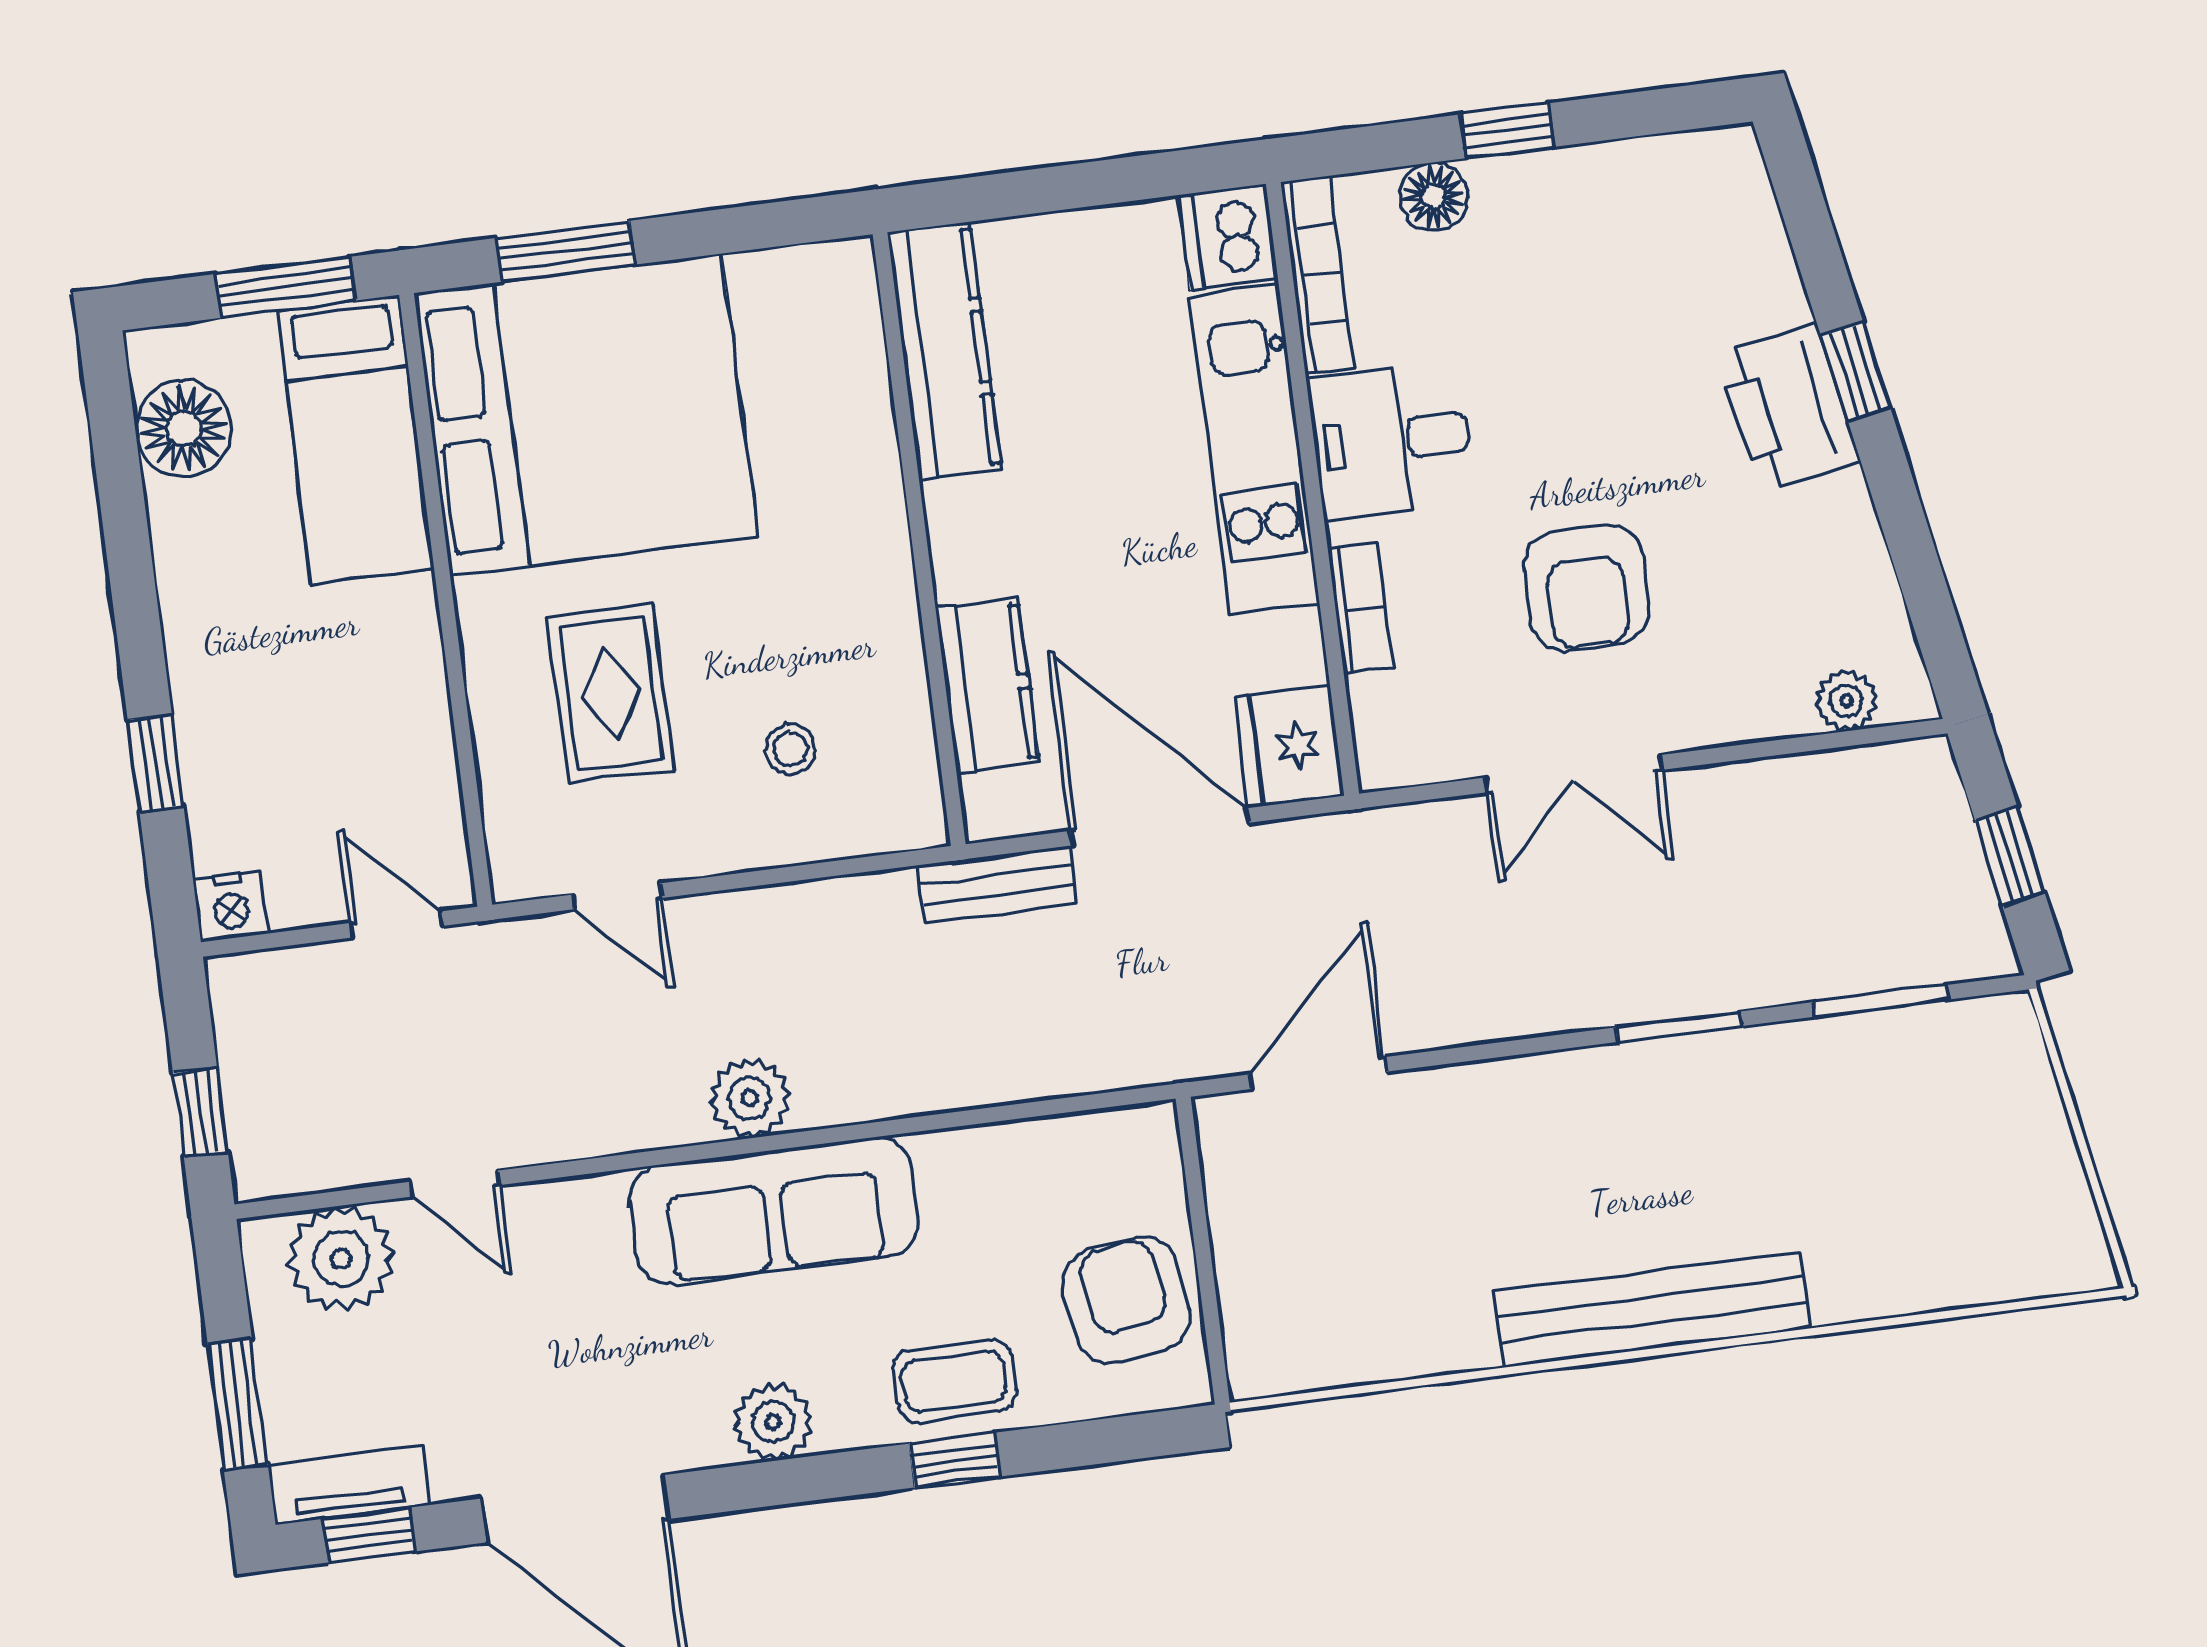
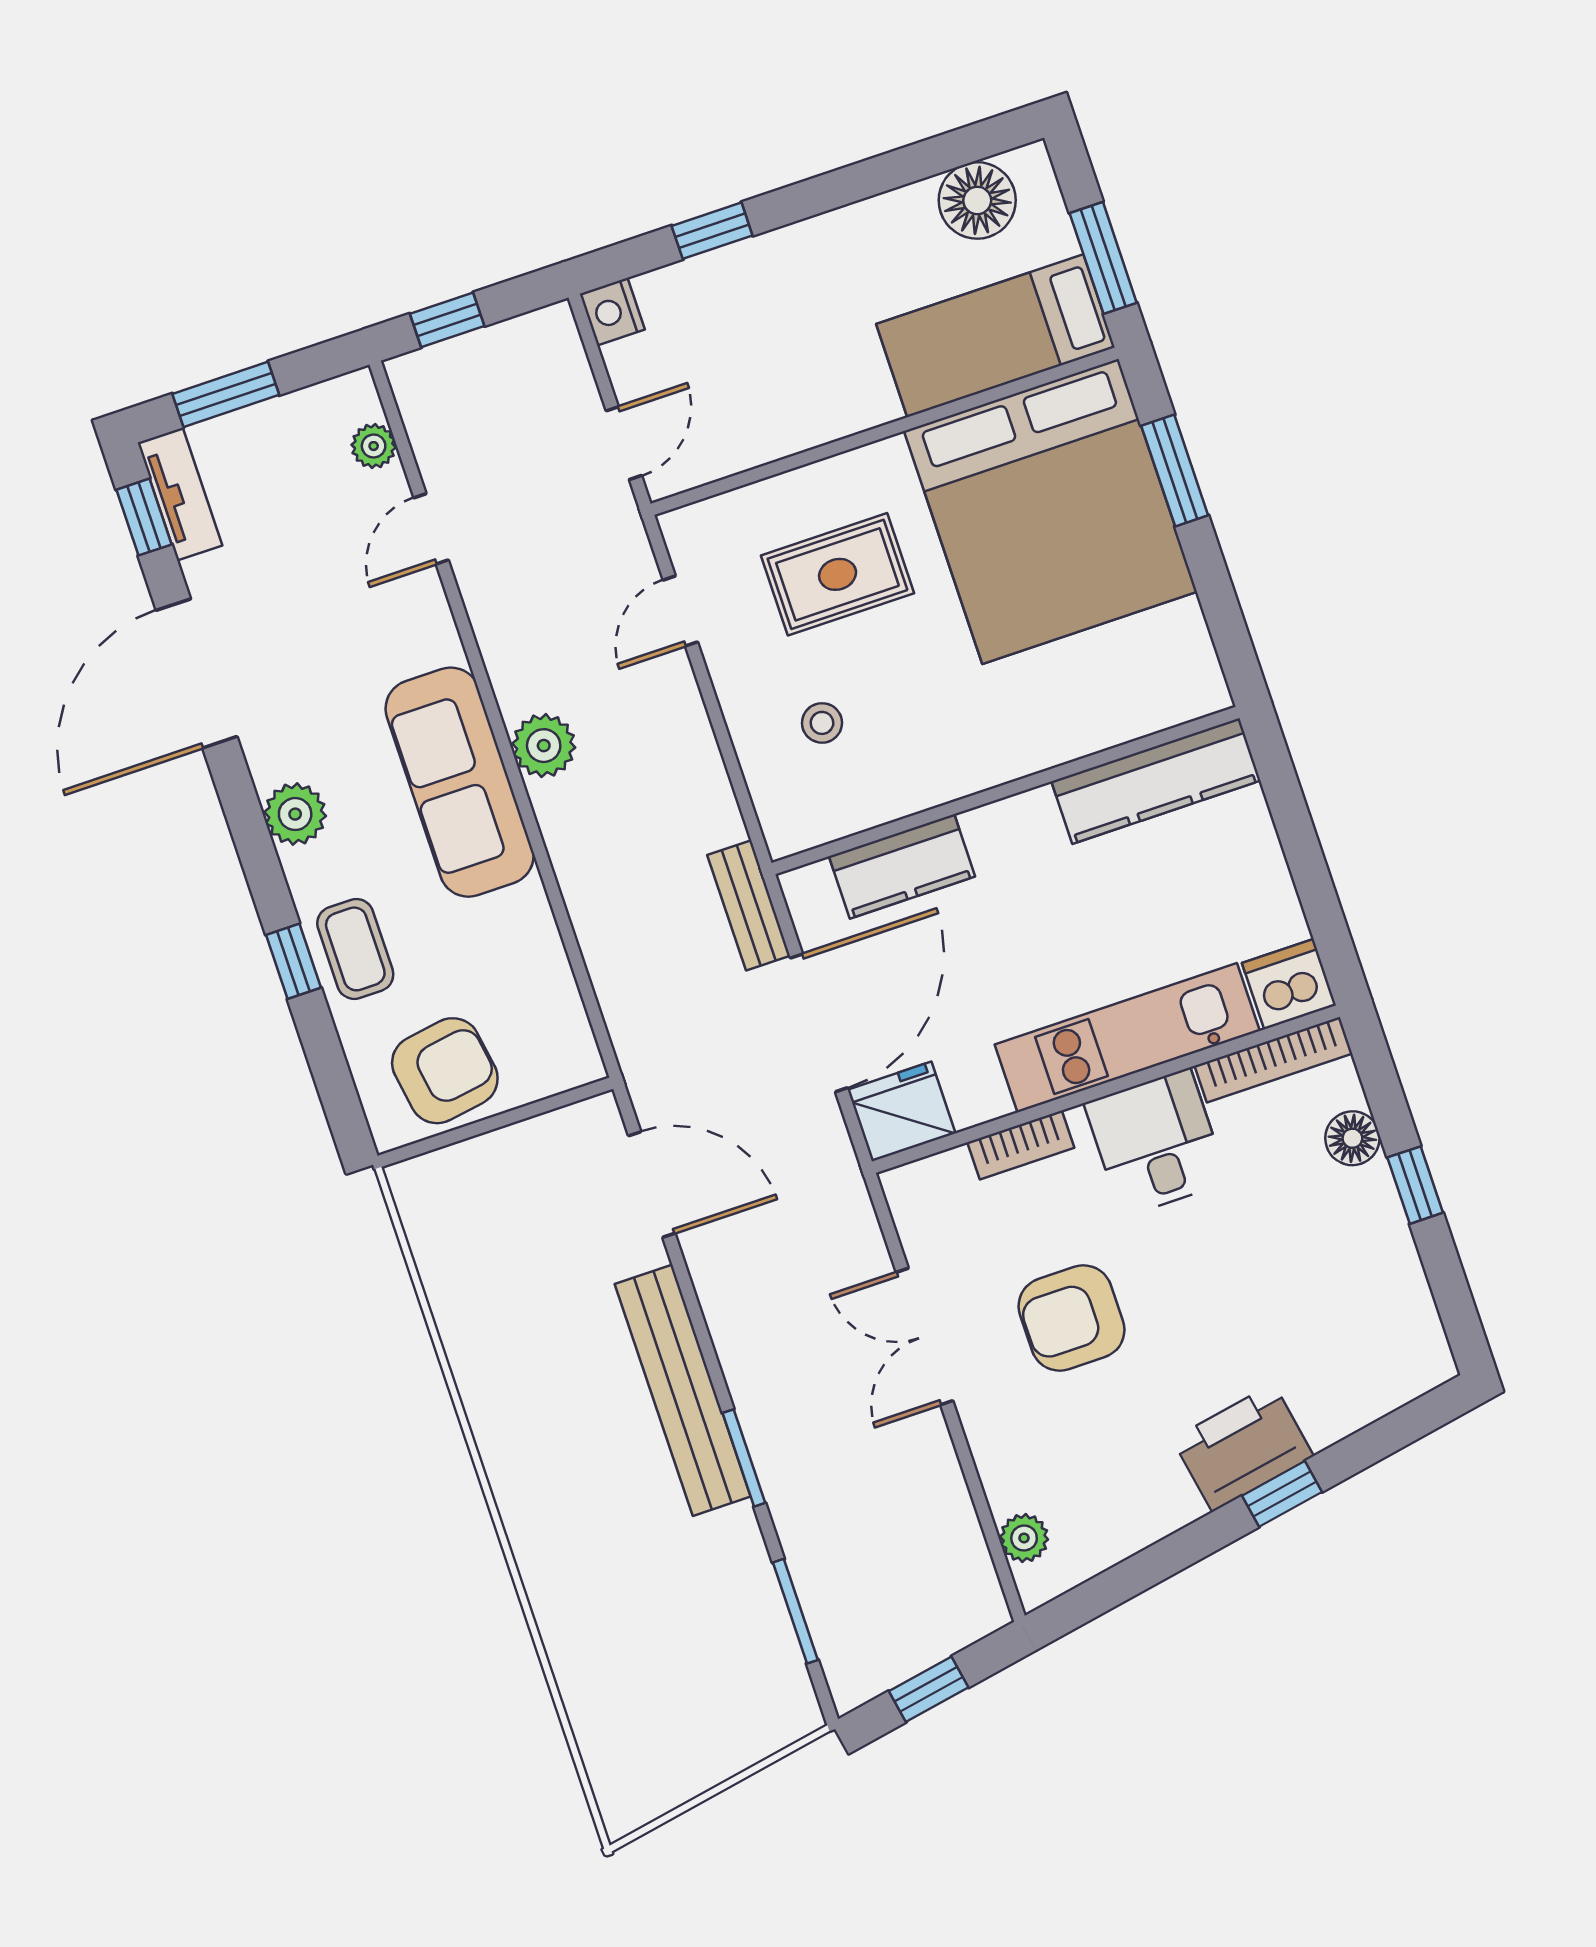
plant: (341, 1259) -> (374, 446), width x0.53, depth x0.53
bench: (1652, 1310) -> (683, 1390), moved

